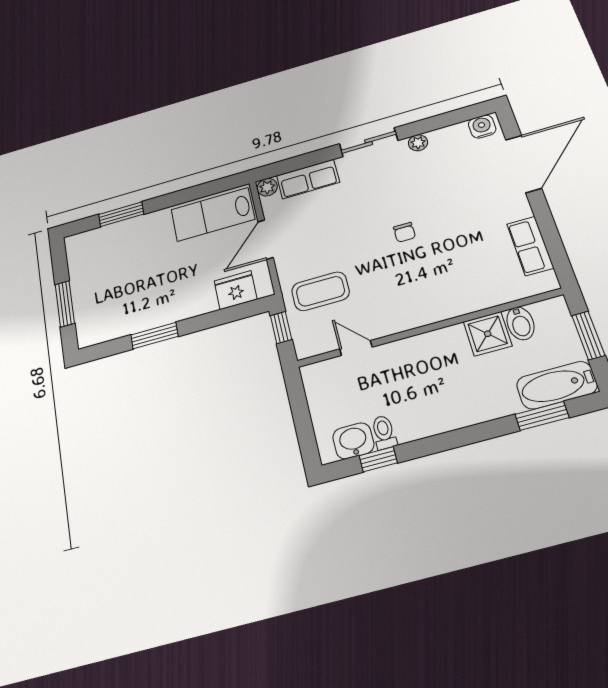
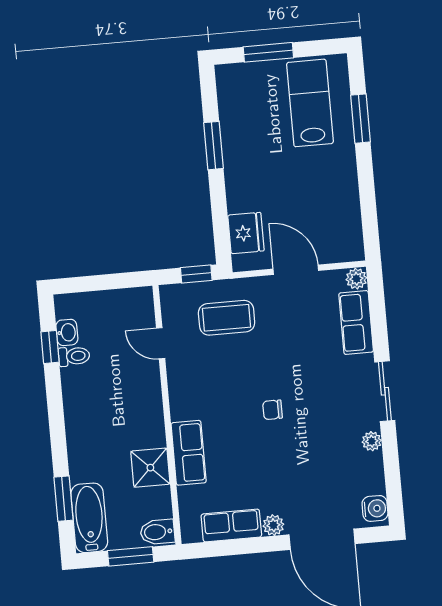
plant: (520, 208) -> (273, 525), added
lab bench: (213, 214) -> (310, 103), moved
coffee table: (320, 291) -> (227, 318), turned 90
row of seats: (464, 300) -> (189, 453), added
bidet: (520, 323) -> (157, 532), moved
door: (356, 348) -> (161, 343), swing flipped
washbasin: (353, 441) -> (67, 332), width x0.72, depth x0.69

